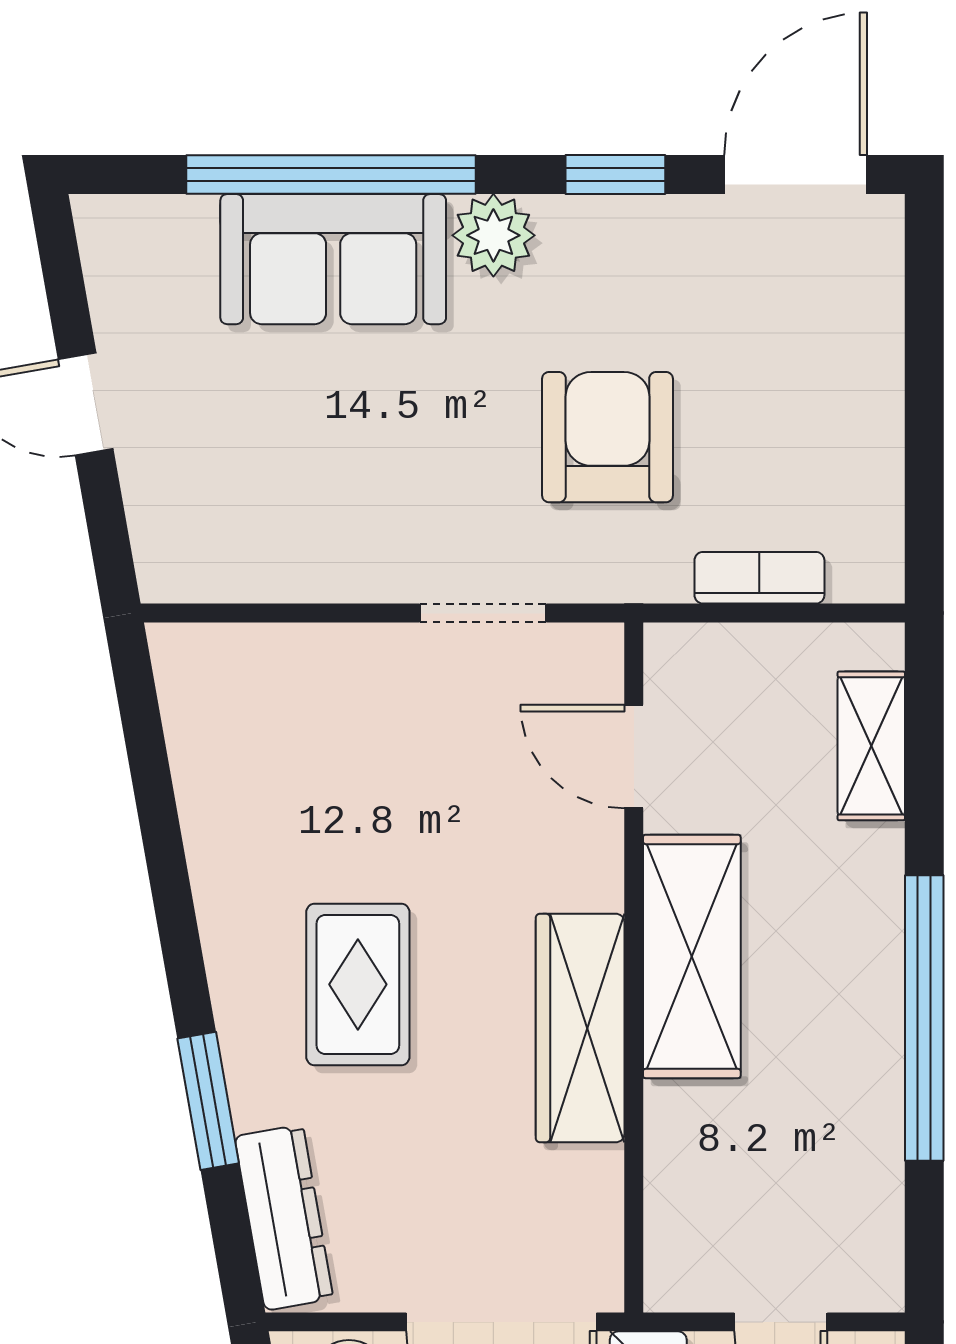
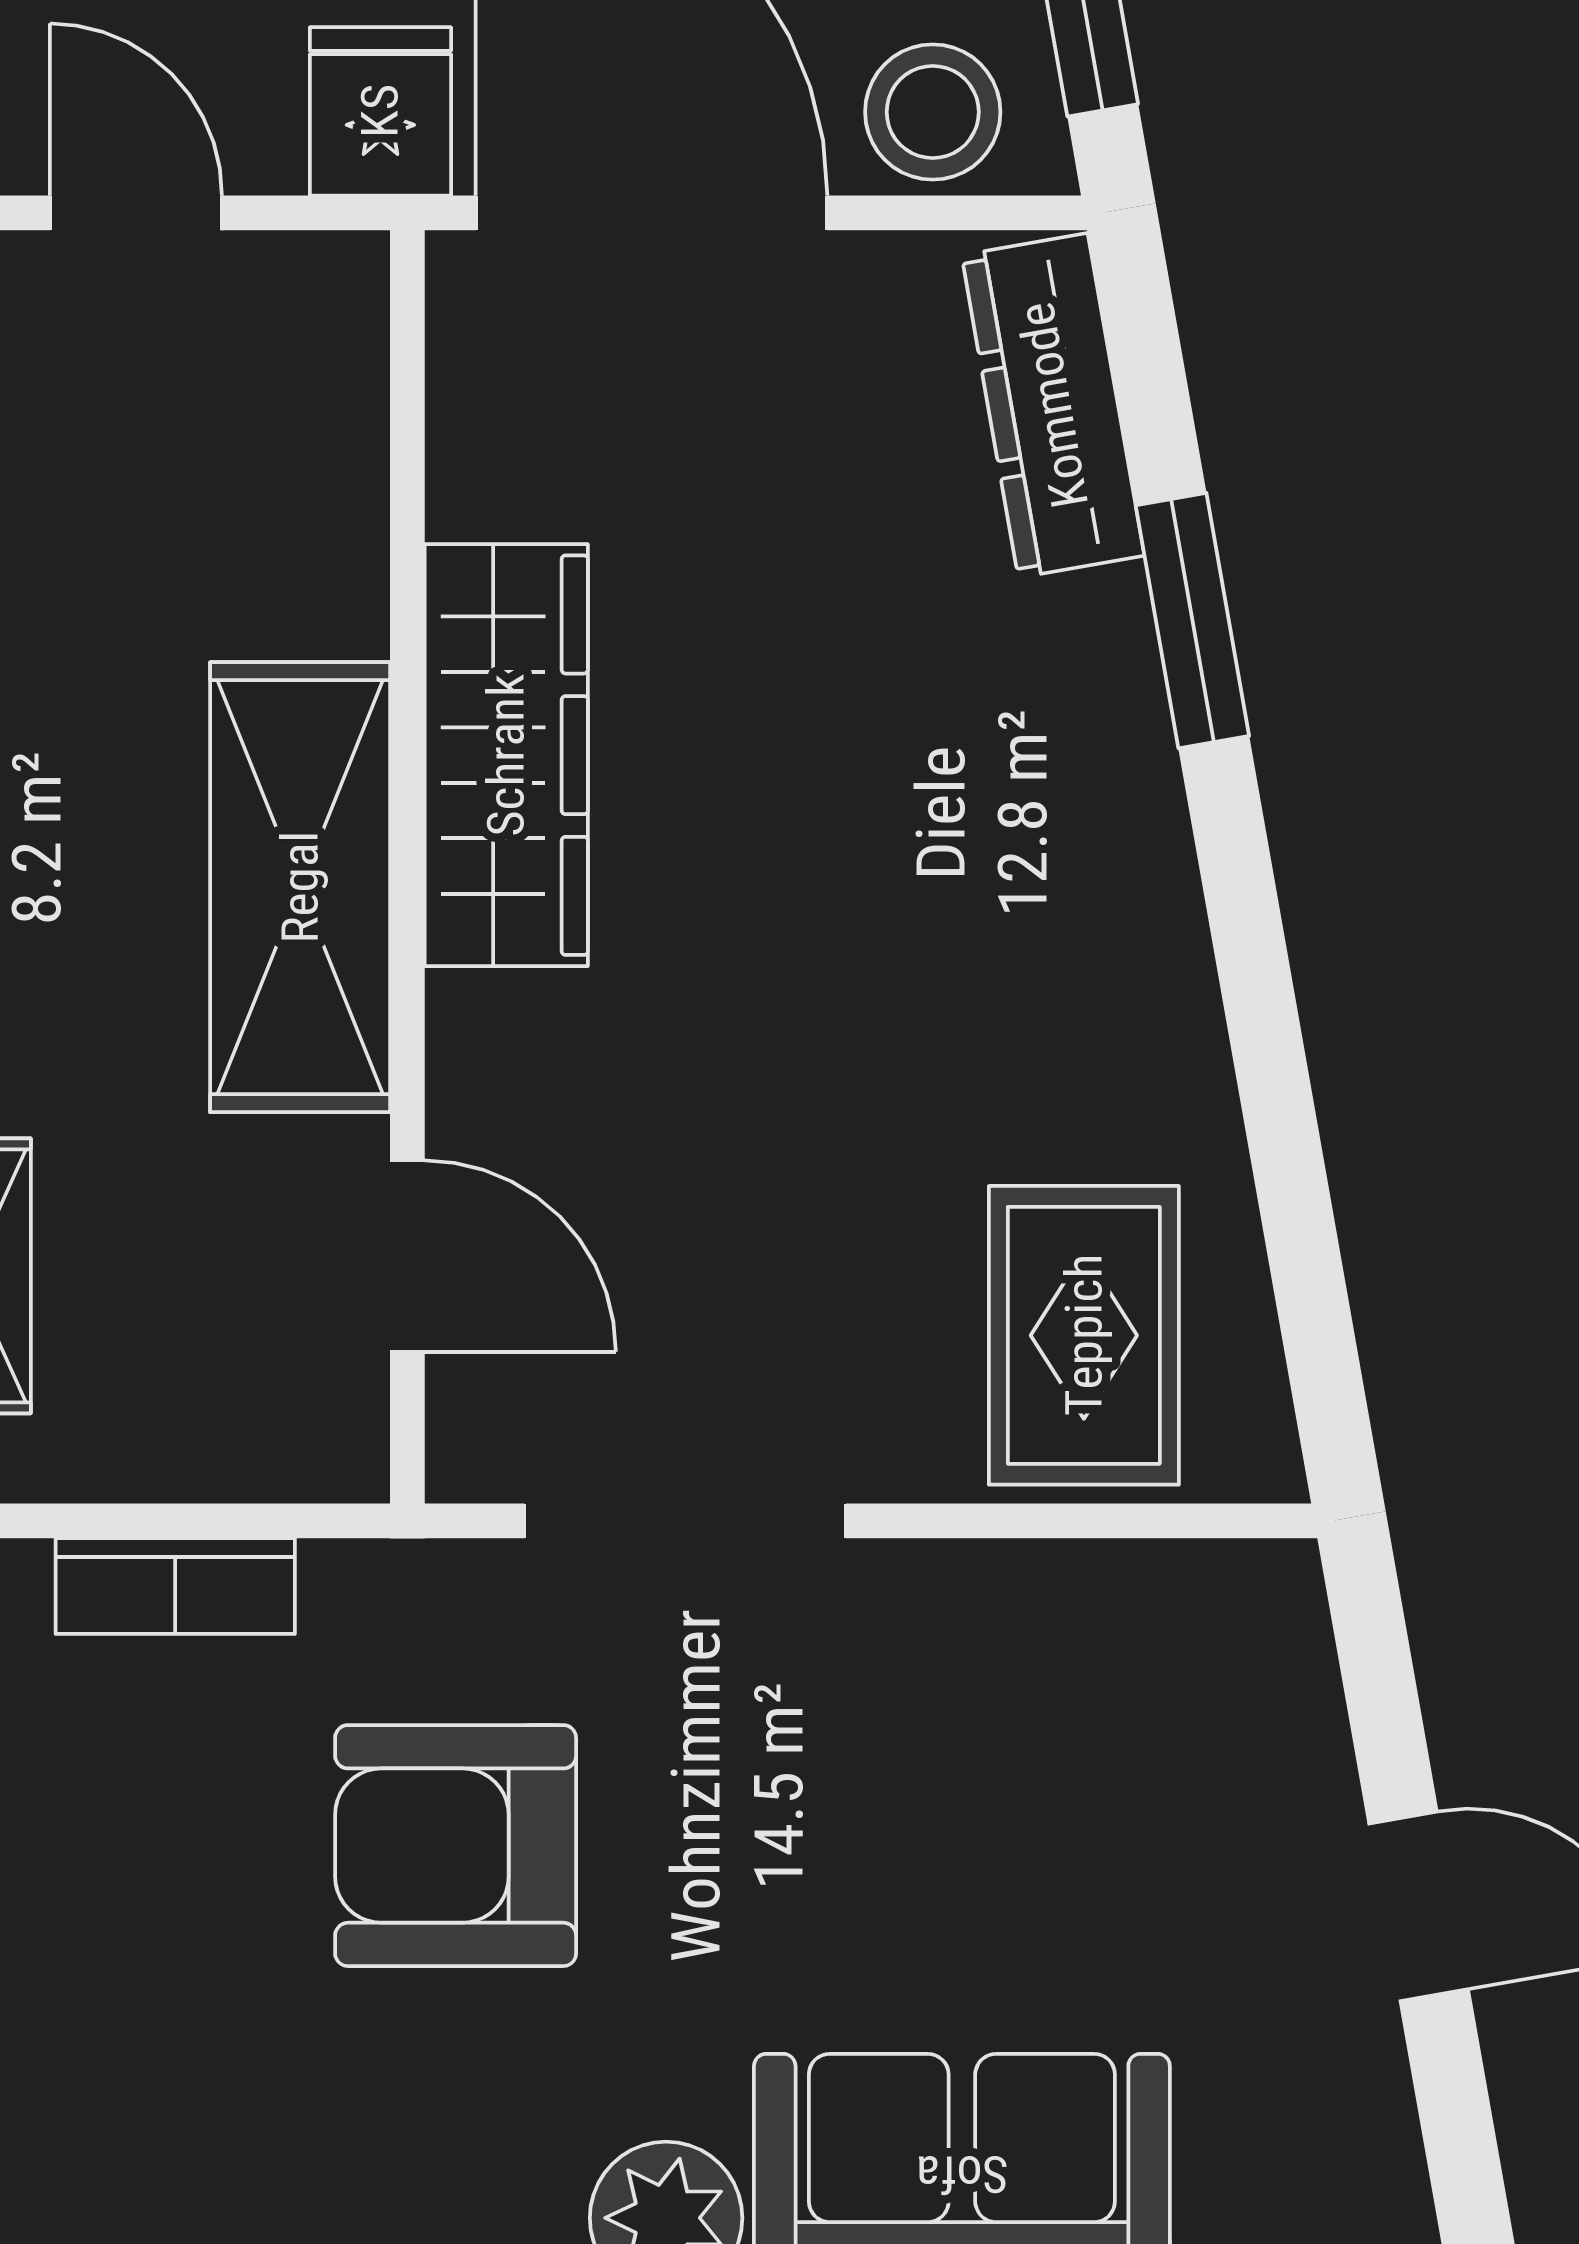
armchair: (607, 437) -> (456, 1846), turned 90
doorway: (483, 613) -> (685, 1521), width x1.38
rug: (358, 984) -> (1084, 1335), moved

